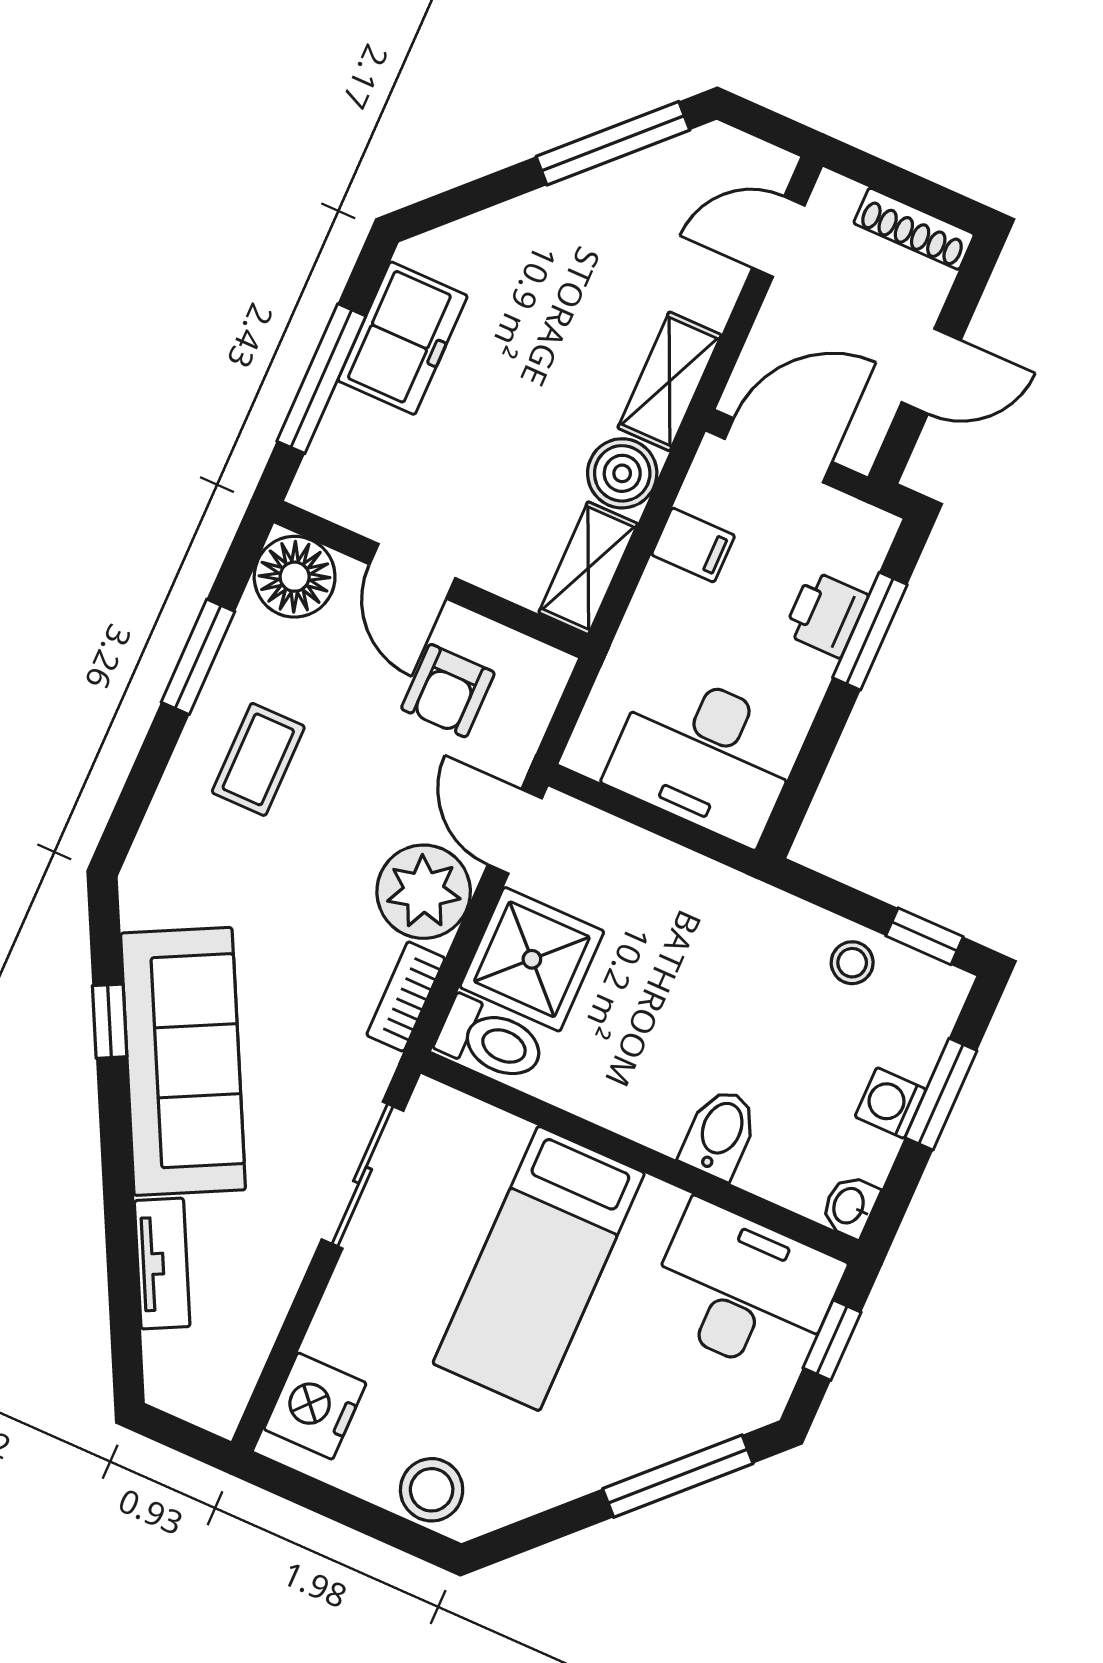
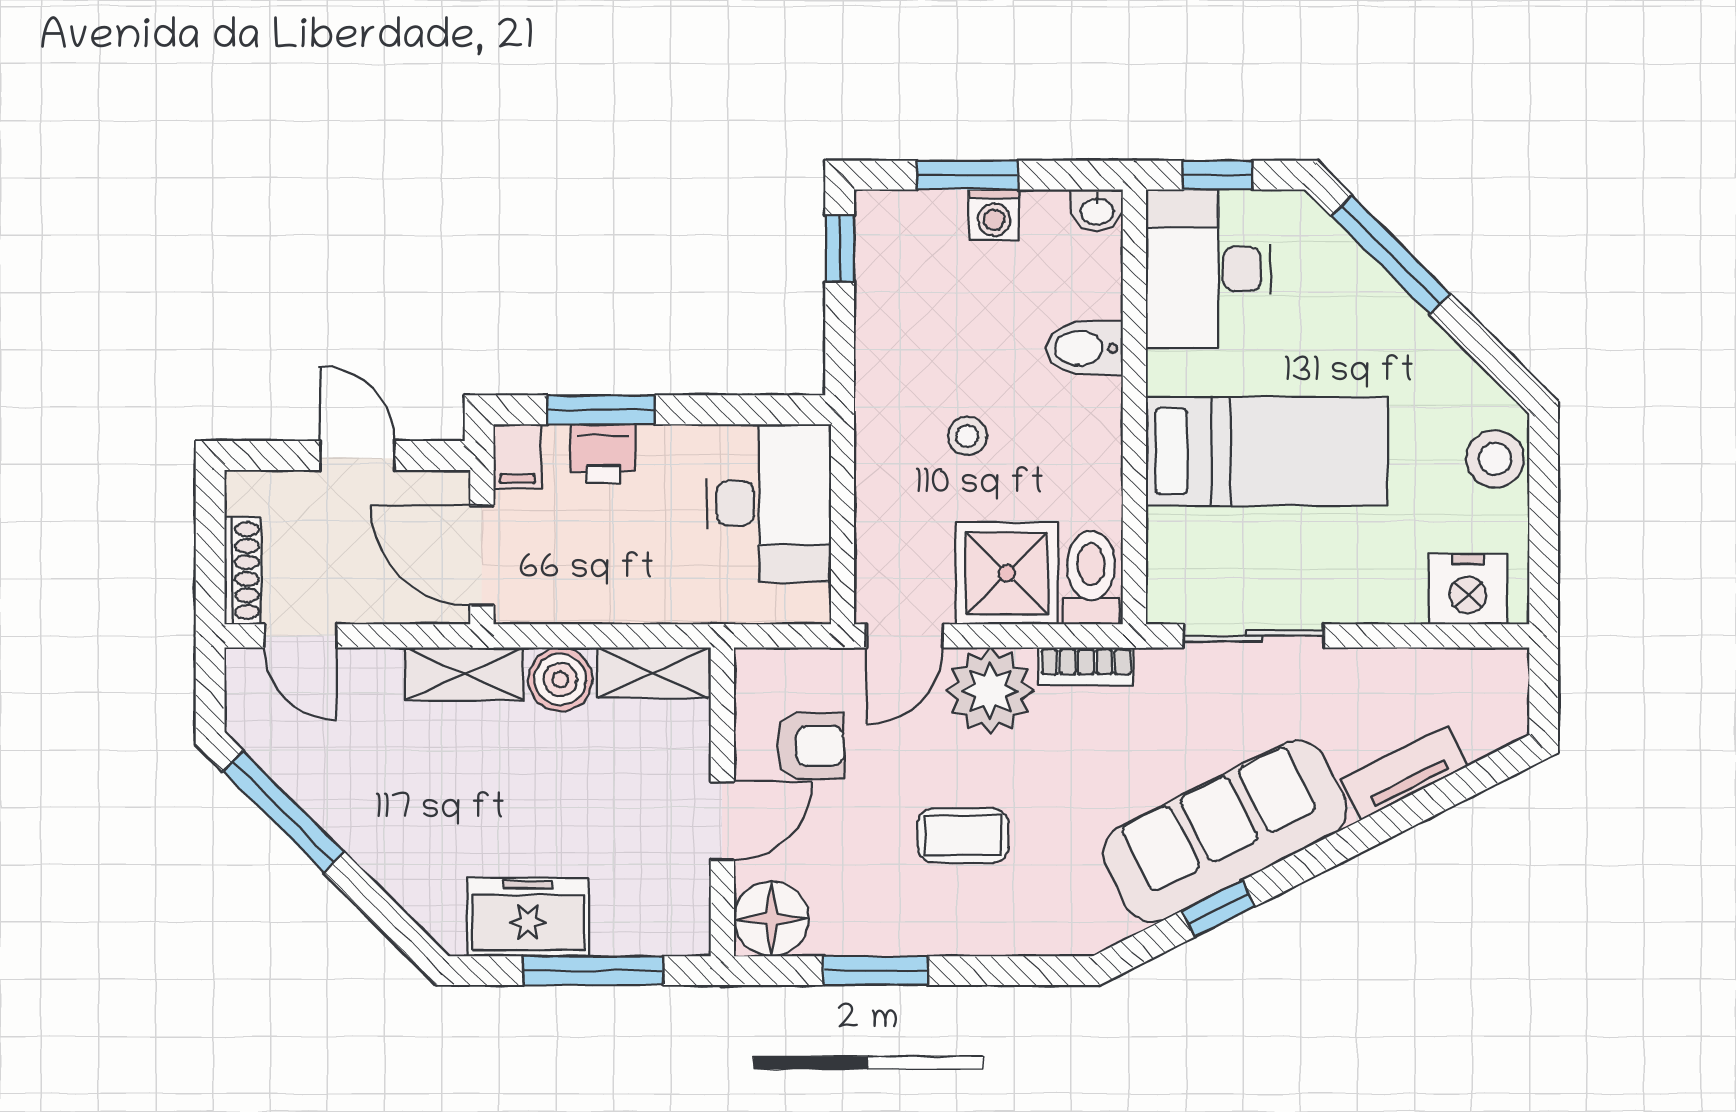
shoe rack: (914, 229) -> (243, 571), moved
filing cabinet: (693, 545) -> (517, 456), moved, turned 180
coffee table: (258, 759) -> (963, 835), moved
stool: (852, 963) -> (967, 436), moved

